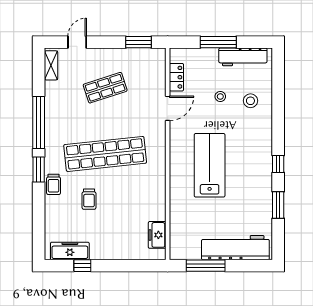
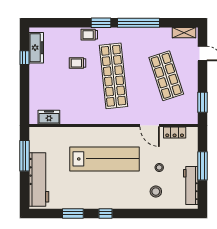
shop shelf: (105, 88) -> (166, 76), width x1.43, depth x1.36
lab bench: (210, 165) -> (104, 159), width x1.36

